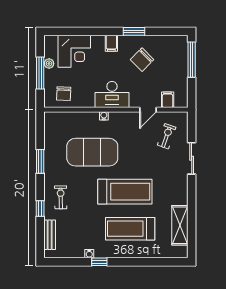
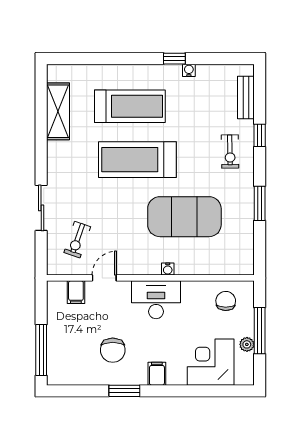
chair: (142, 60) -> (113, 350), turned 135

